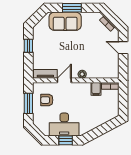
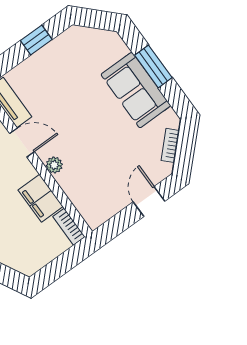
sofa: (65, 21) -> (136, 90), moved
filing cabinet: (96, 89) -> (41, 198), width x2.00

